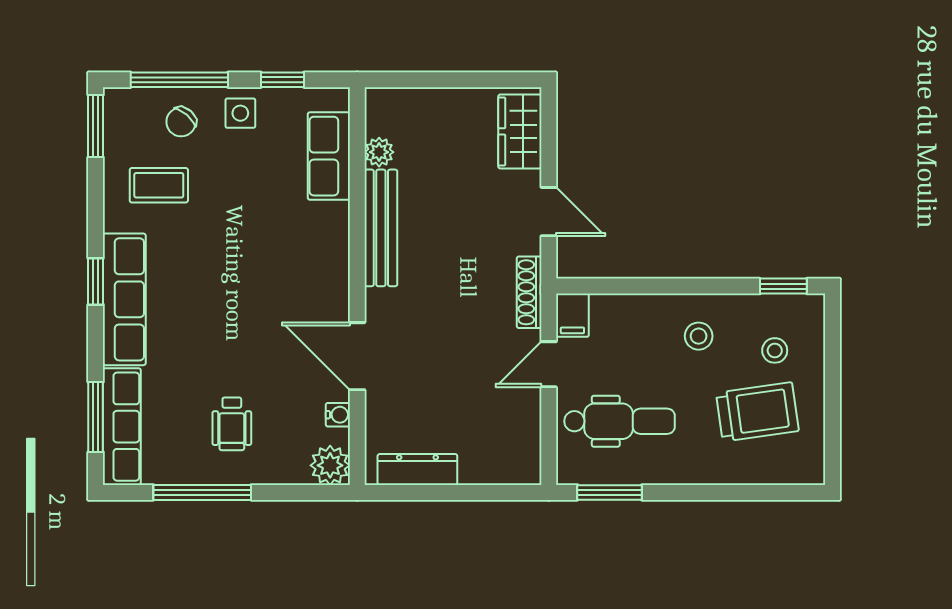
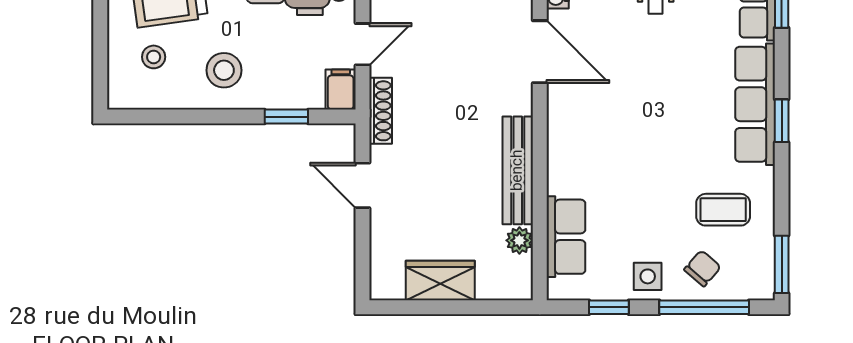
wardrobe: (520, 131) -> (440, 281), moved, turned -90
window: (783, 286) -> (286, 117), moved
stool: (699, 336) -> (224, 70), width x1.37, depth x1.37

